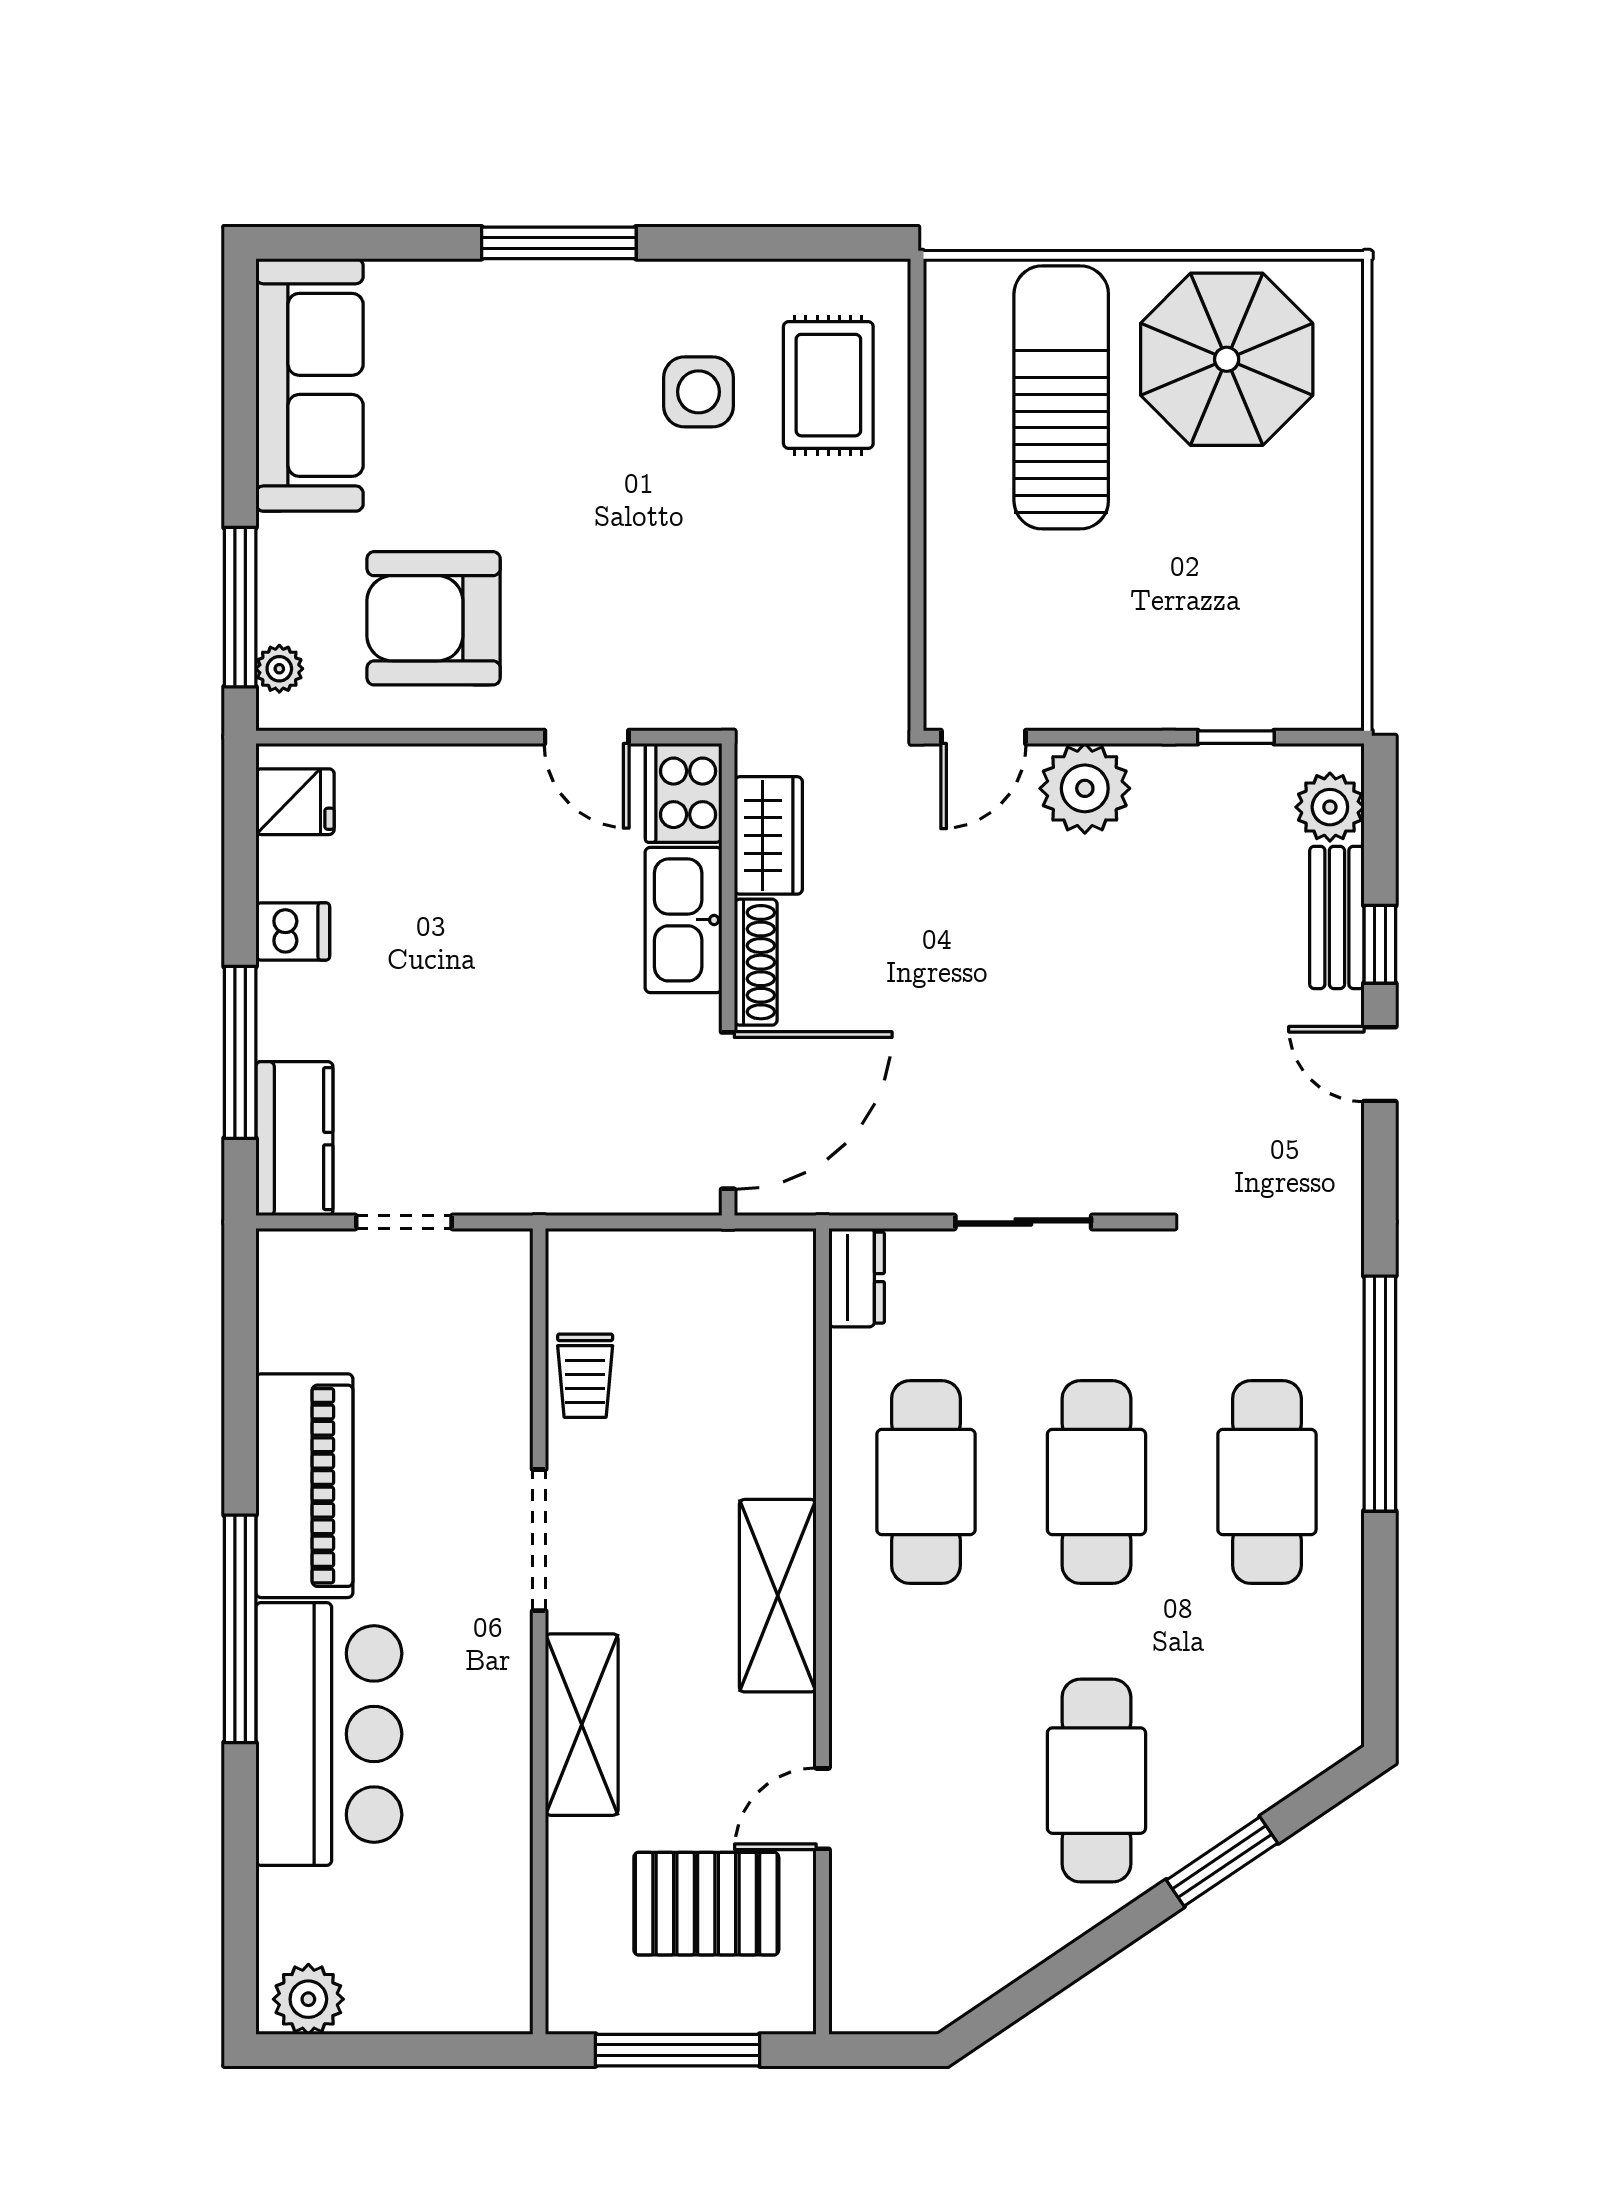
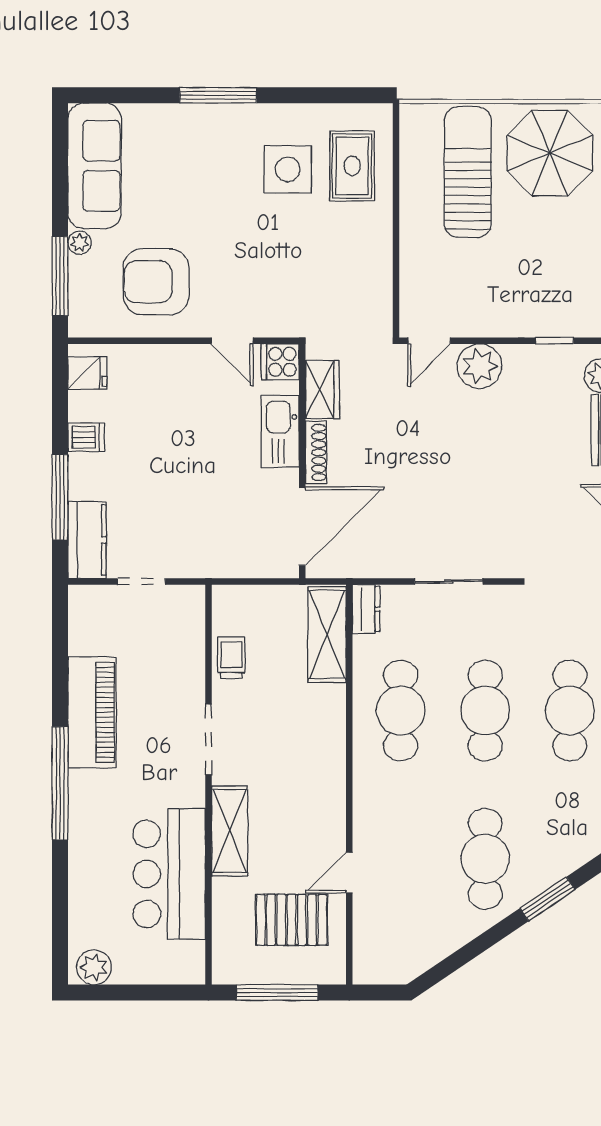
side table: (698, 392) -> (288, 169), width x1.37, depth x1.37
plant: (279, 669) -> (80, 243), moved
cooker: (684, 793) -> (280, 362), width x0.73
trolley: (585, 1376) -> (231, 658), turned 180
shelving: (778, 1596) -> (327, 634), moved
bar counter: (329, 1734) -> (169, 874), moved, turned 180

